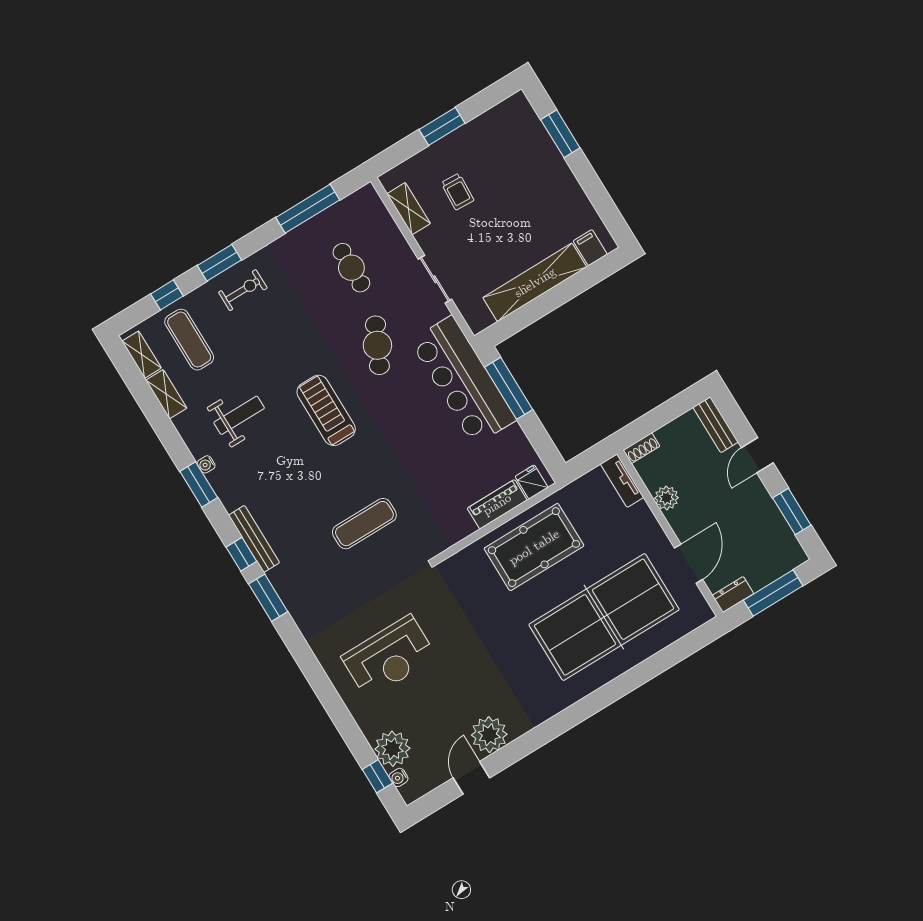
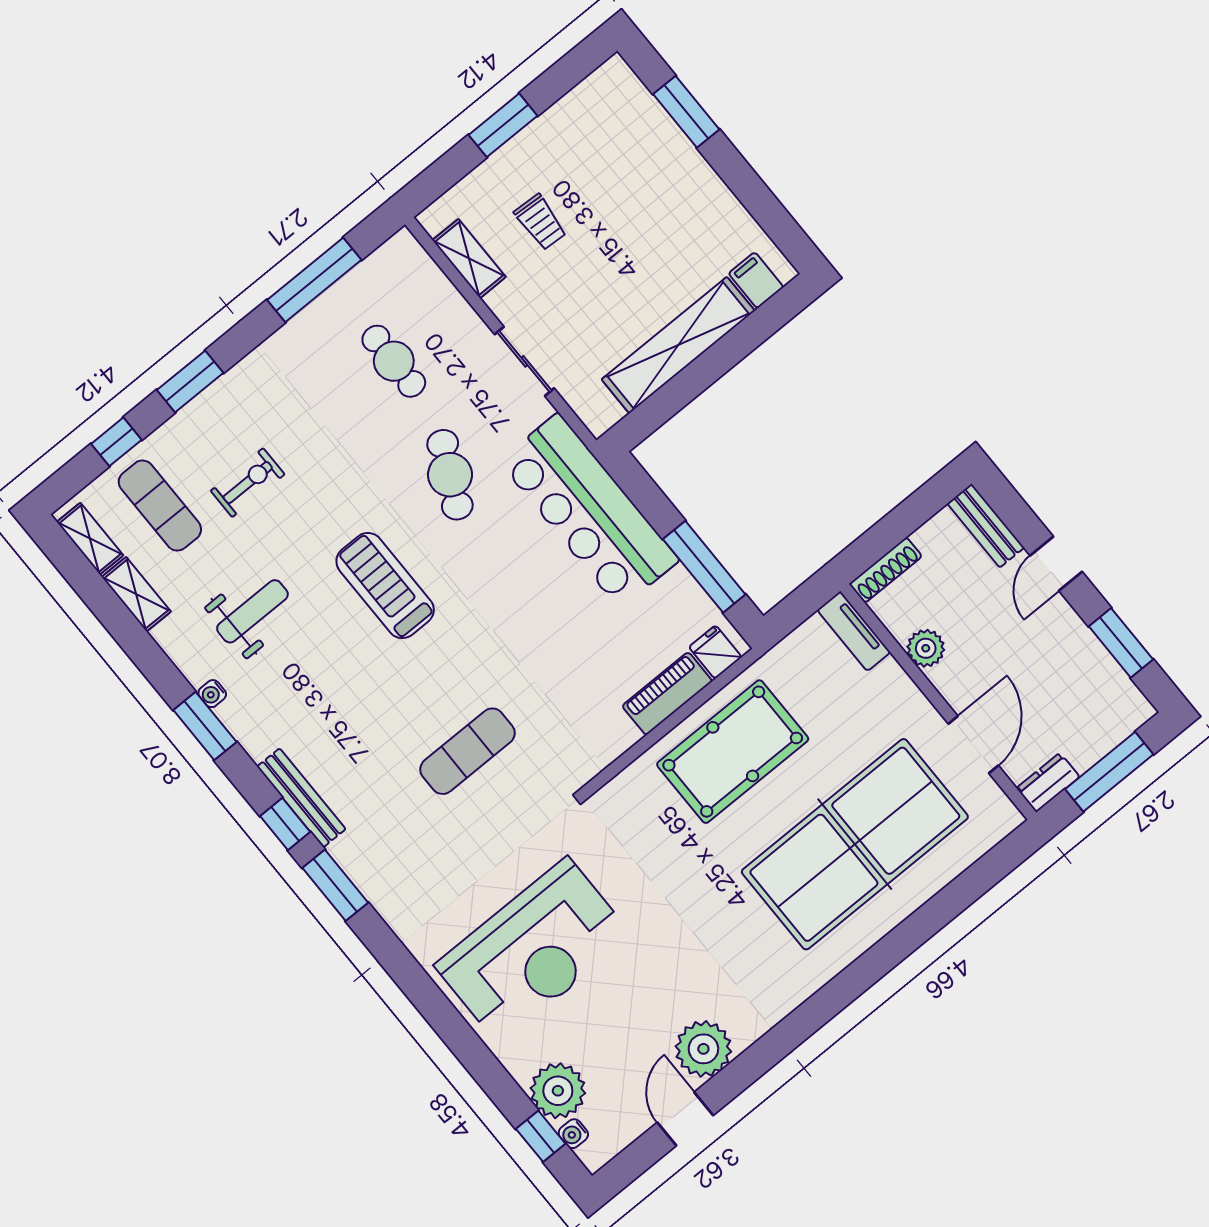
exercise bike: (243, 290) -> (248, 483), moved
window: (509, 388) -> (704, 567), moved
shoe rack: (642, 448) -> (886, 570), width x1.43
reception desk: (389, 657) -> (533, 951), width x1.36, depth x1.30

